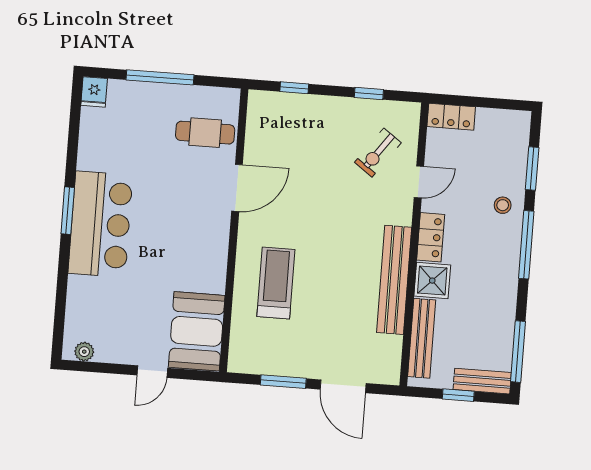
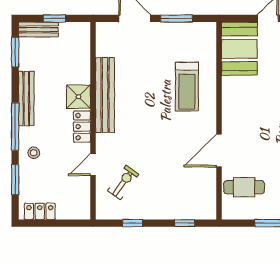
locker: (451, 117) -> (40, 211), moved
bench: (422, 338) -> (26, 98), moved
window: (518, 352) -> (15, 52), width x0.69

